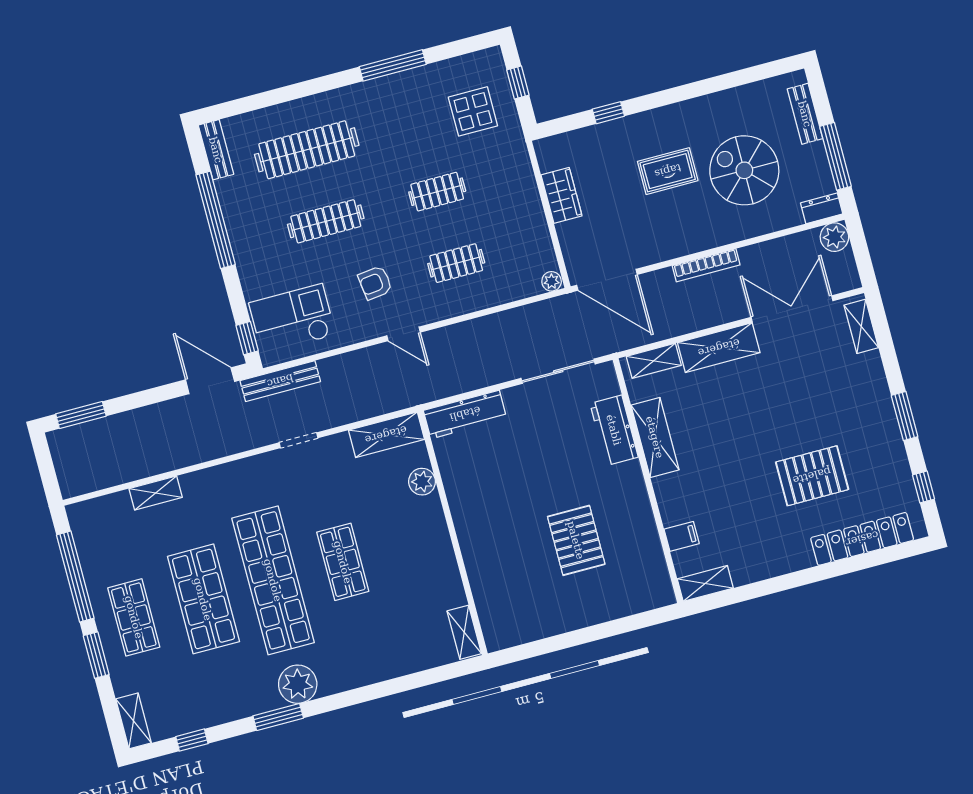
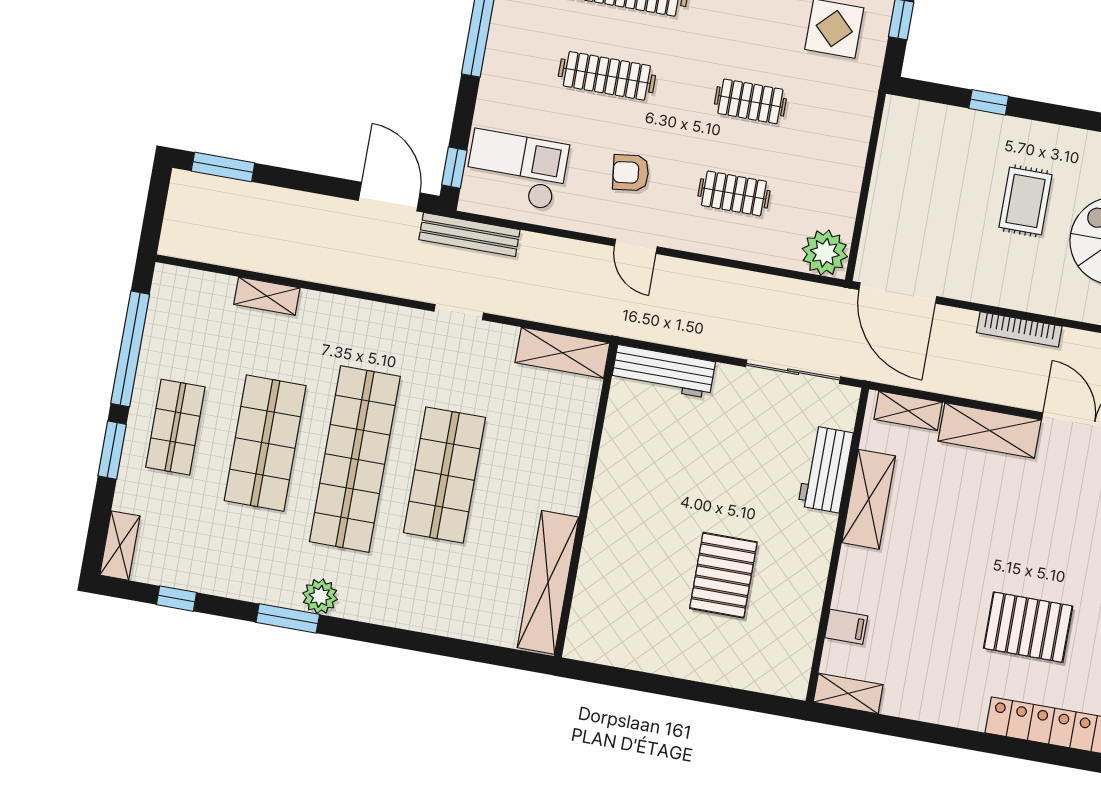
rug: (668, 171) -> (1025, 201), turned 90
wardrobe: (561, 195) -> (891, 172), removed
plant: (552, 281) -> (825, 253), width x1.87, depth x1.87
plant: (422, 482) -> (578, 425), removed
shop shelf: (343, 562) -> (445, 475), width x1.43, depth x1.36
shelving: (464, 632) -> (548, 582), width x2.20, depth x1.33
plant: (298, 684) -> (320, 596), width x0.73, depth x0.73

